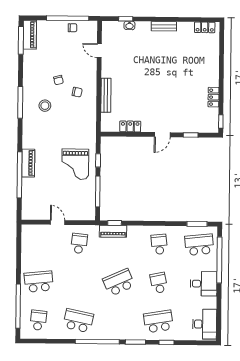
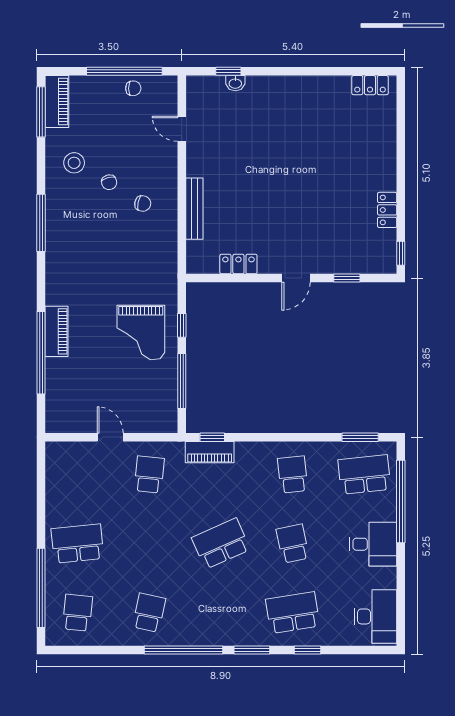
bench: (164, 26) -> (297, 84), removed
stool: (45, 106) -> (74, 163), moved
school desk: (78, 321) -> (149, 613), width x0.54

